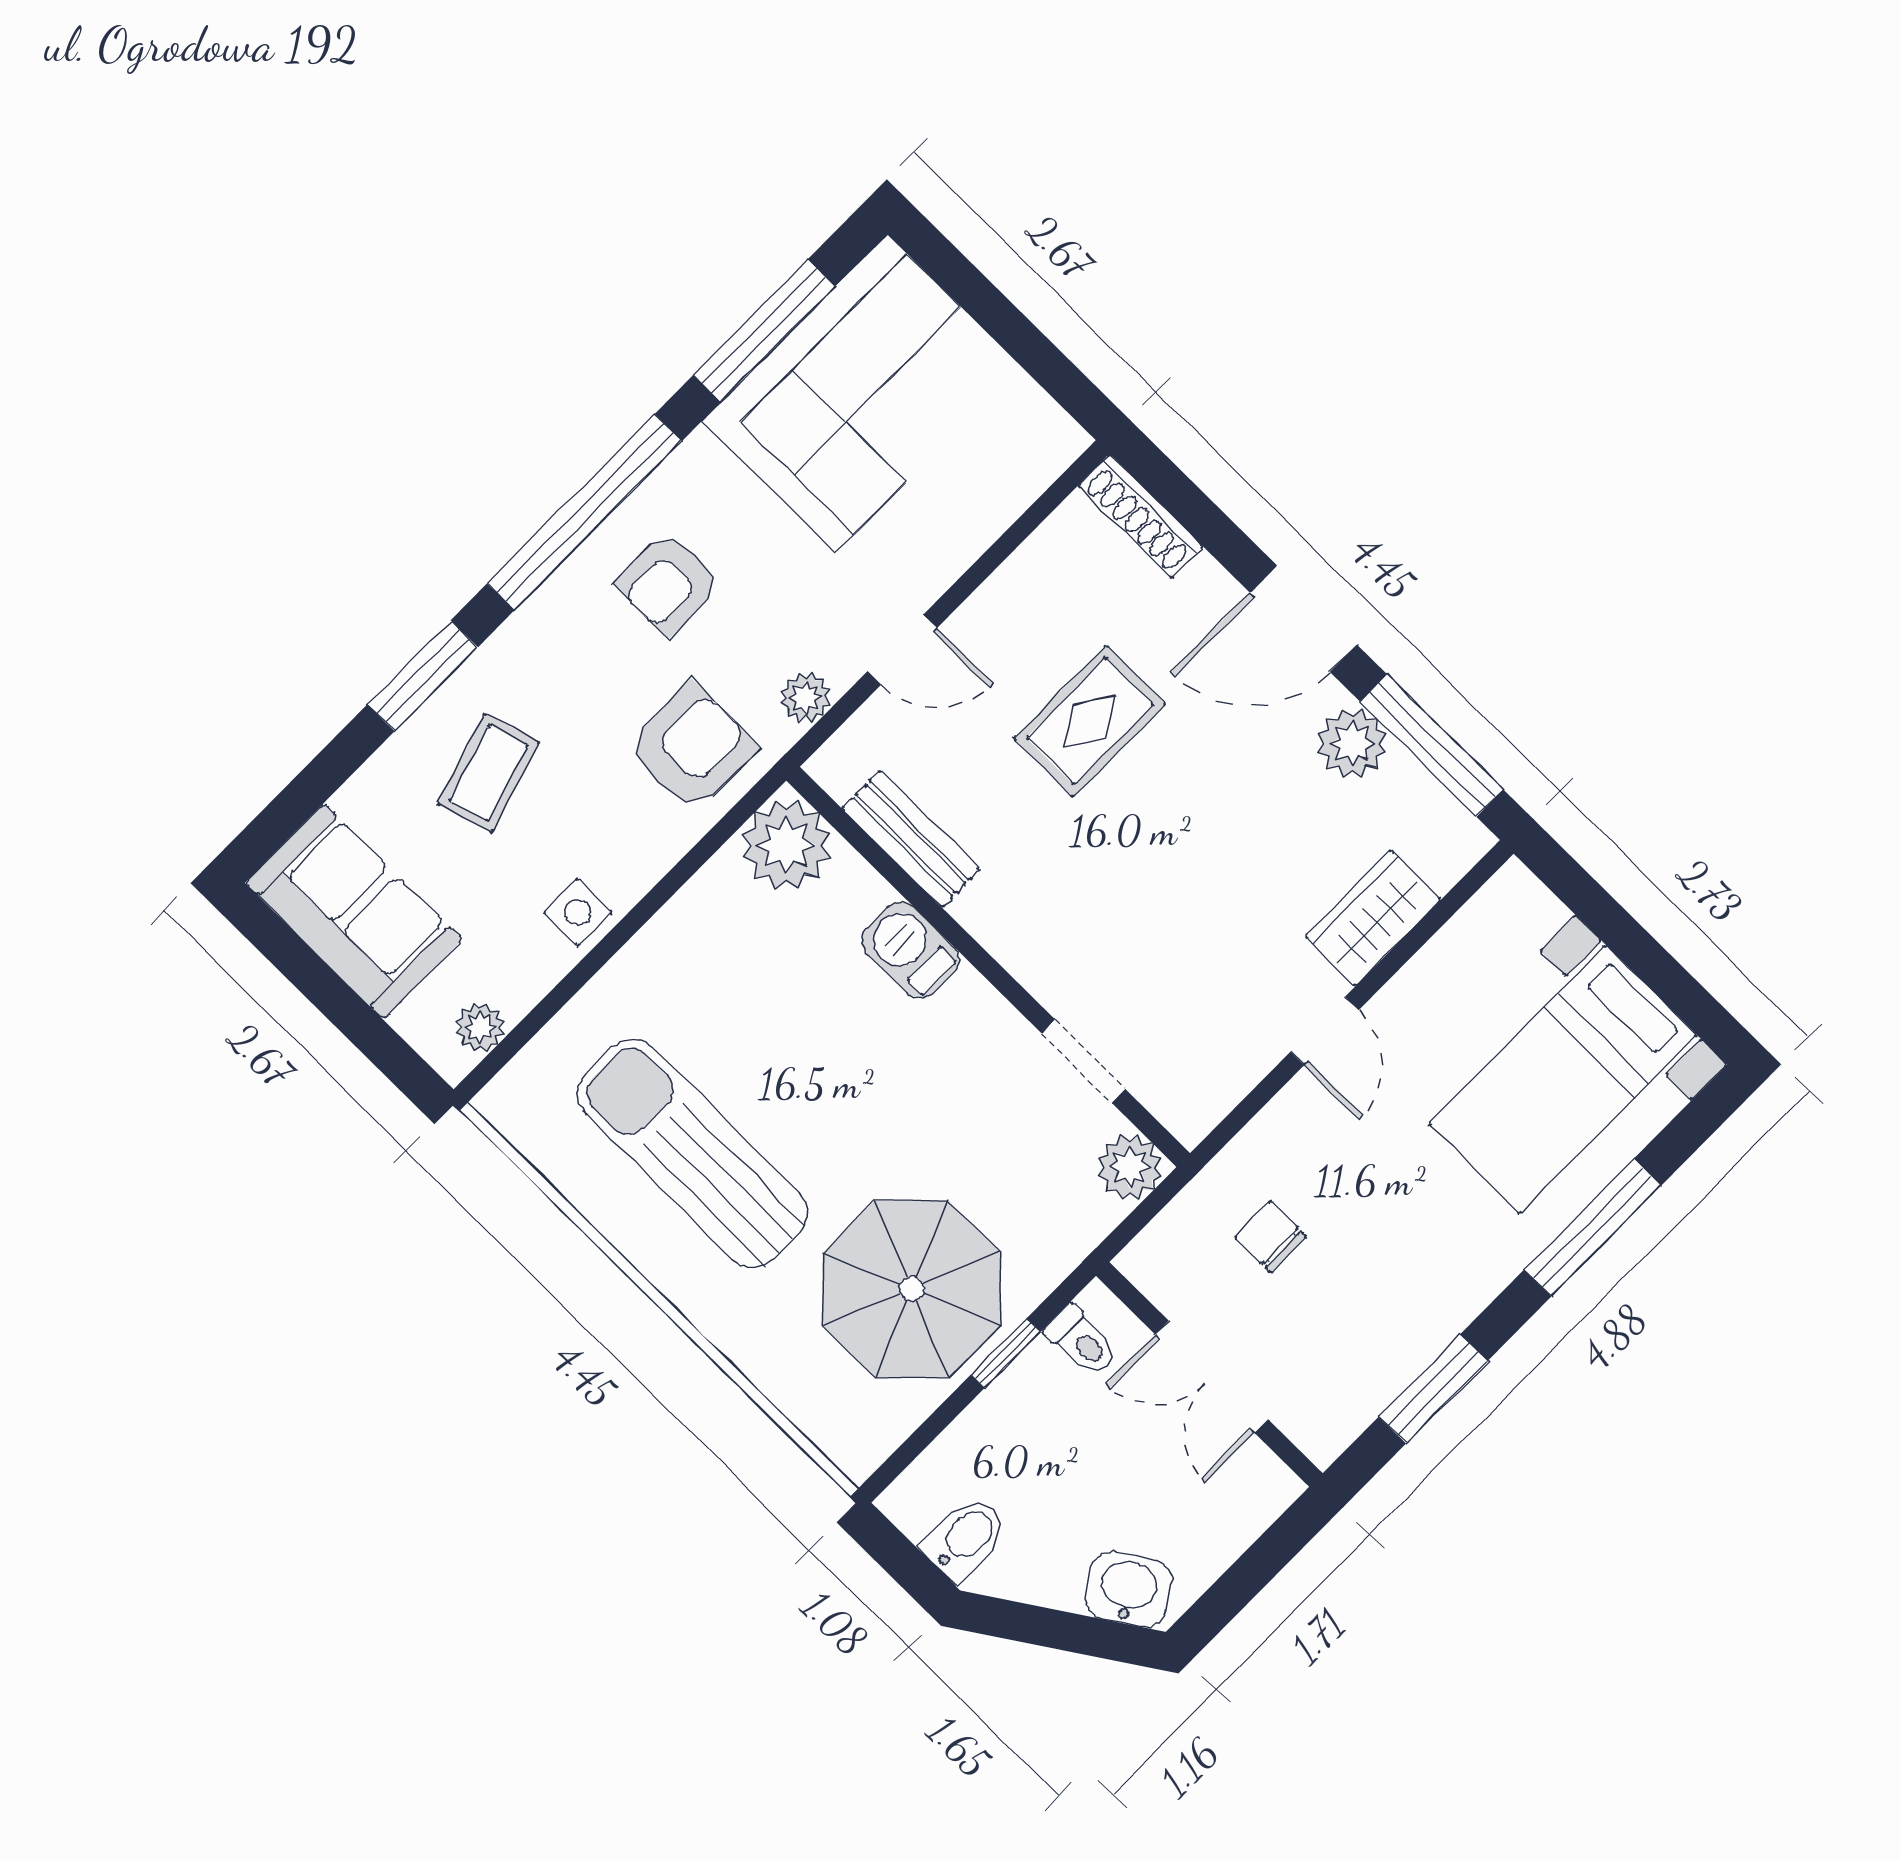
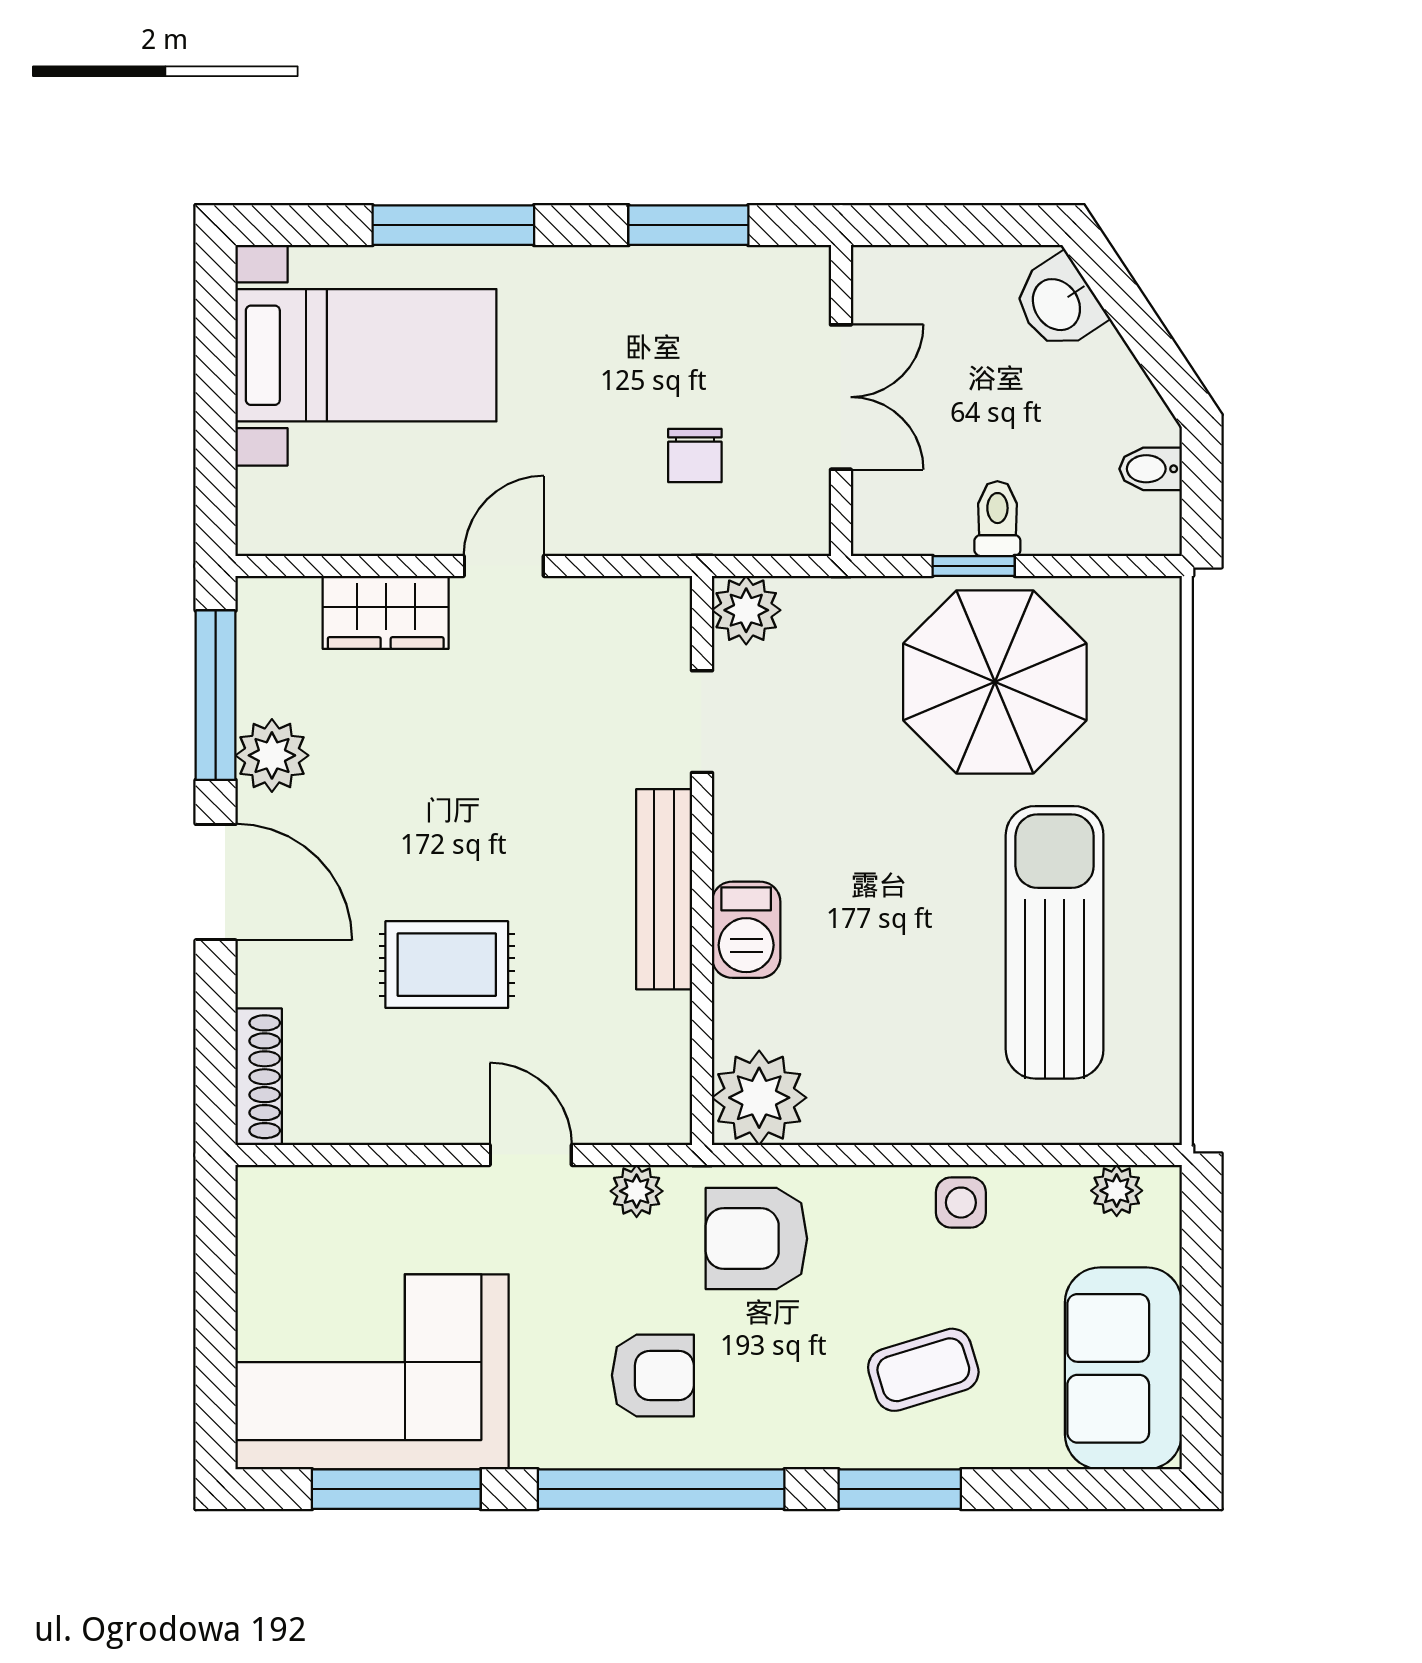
bench: (911, 839) -> (664, 889), moved, width x1.36
sun lounger: (693, 1153) -> (1055, 942), turned 180
toilet: (1082, 1341) -> (997, 519), moved
bidet: (965, 1538) -> (1151, 469), width x0.72, depth x0.74

